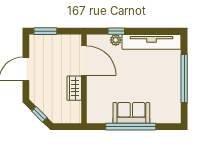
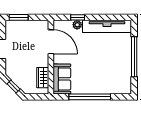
wardrobe: (74, 88) -> (43, 78), moved
sofa: (131, 113) -> (62, 79), moved, turned 90

